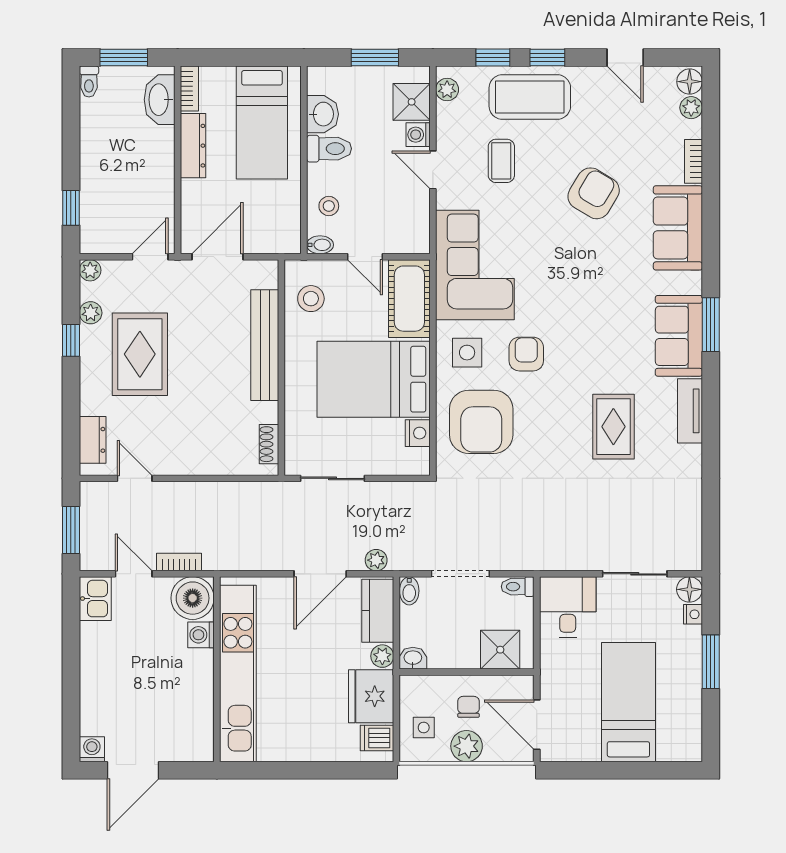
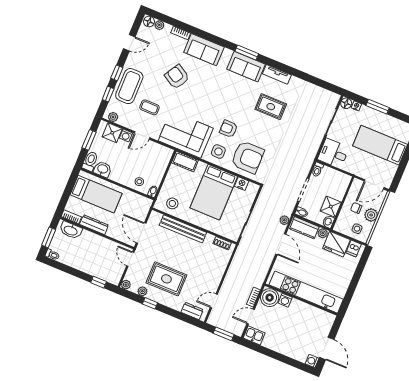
toilet: (329, 149) -> (90, 161), moved
door: (365, 257) -> (165, 176), removed
cot: (409, 299) -> (185, 162), width x0.73, depth x0.75
shower: (500, 650) -> (331, 207), moved

